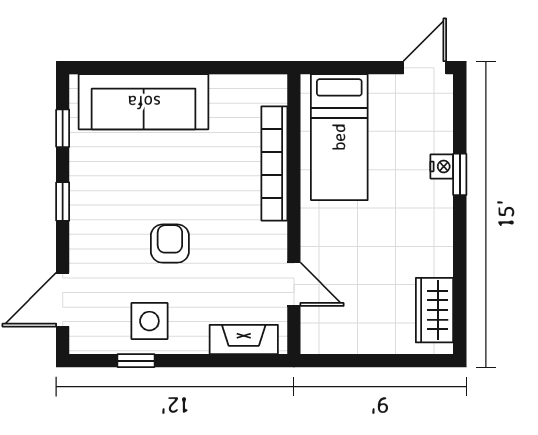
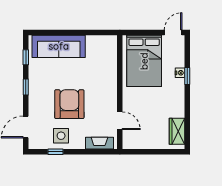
bed: (339, 137) -> (144, 61), width x1.50
bookcase: (274, 163) -> (112, 72), removed
armchair: (170, 244) -> (69, 104), width x1.88, depth x1.88

